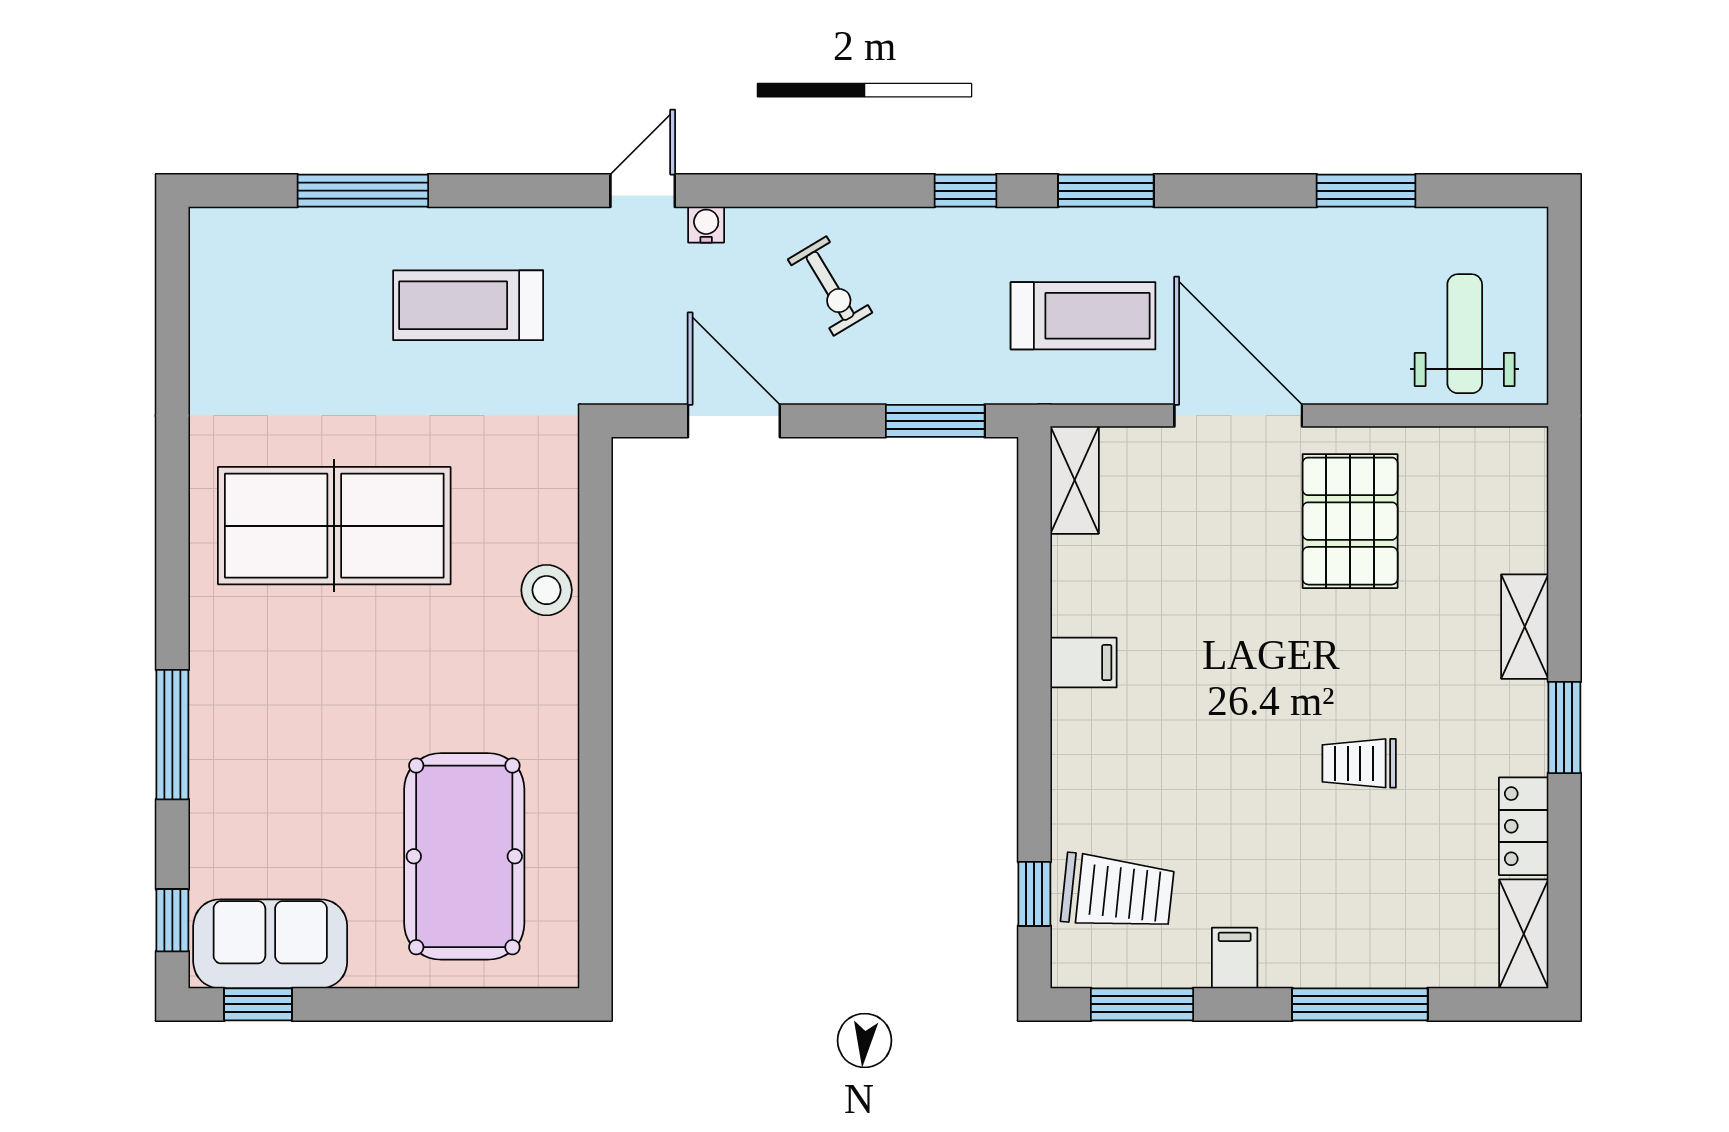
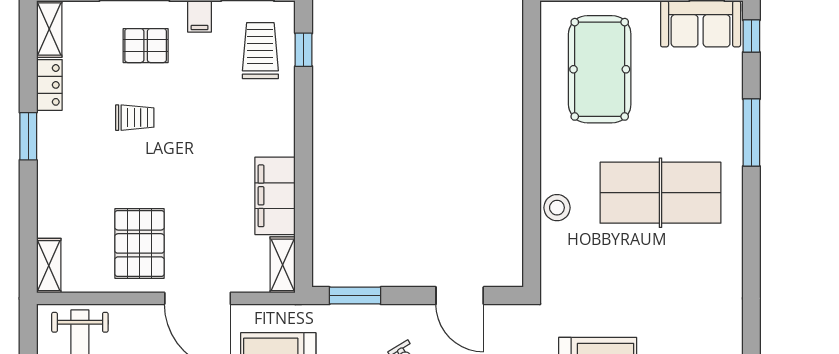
table tennis table: (334, 526) -> (660, 193), moved
shelving: (1525, 627) -> (49, 266), moved
filing cabinet: (1084, 663) -> (275, 196), width x3.00, depth x1.17
trolley: (1117, 892) -> (260, 51), turned 84
pallet: (1338, 902) -> (146, 46), added

